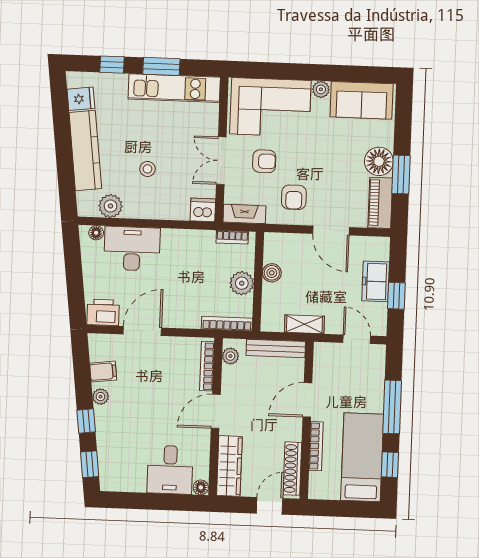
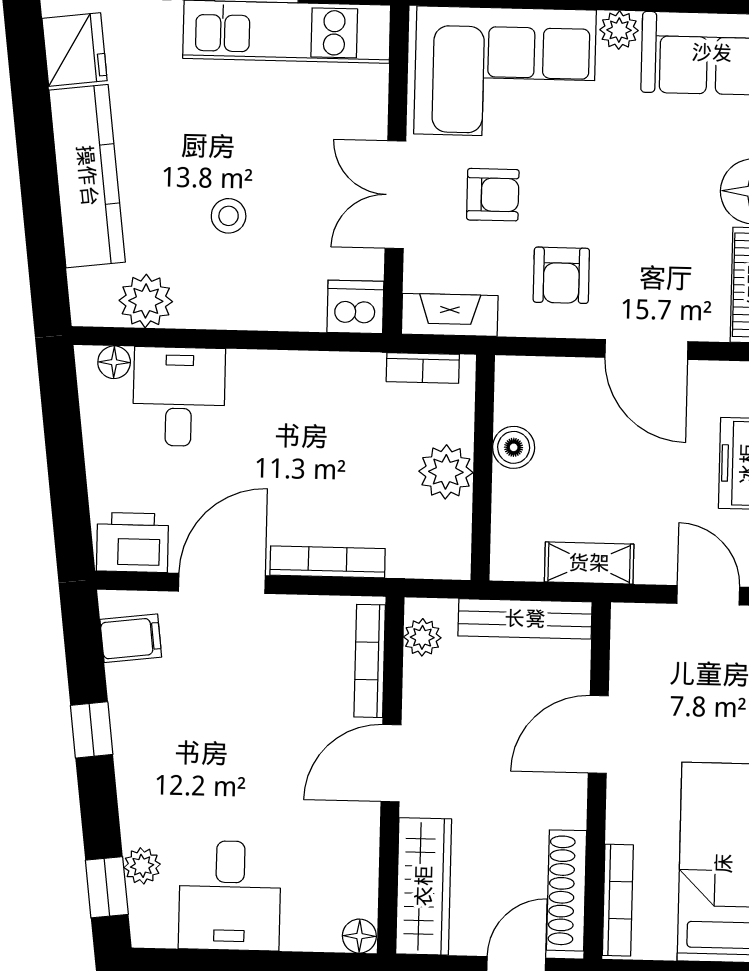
fridge: (81, 99) -> (75, 49), width x1.38
desk: (132, 249) -> (179, 397), width x0.73
bookcase: (227, 324) -> (328, 562), moved
filing cabinet: (103, 372) -> (131, 638), moved
plant: (101, 397) -> (142, 866), moved
window: (86, 421) -> (92, 730), moved
bookcase: (316, 446) -> (618, 900), moved
desk: (170, 470) -> (230, 896), moved

